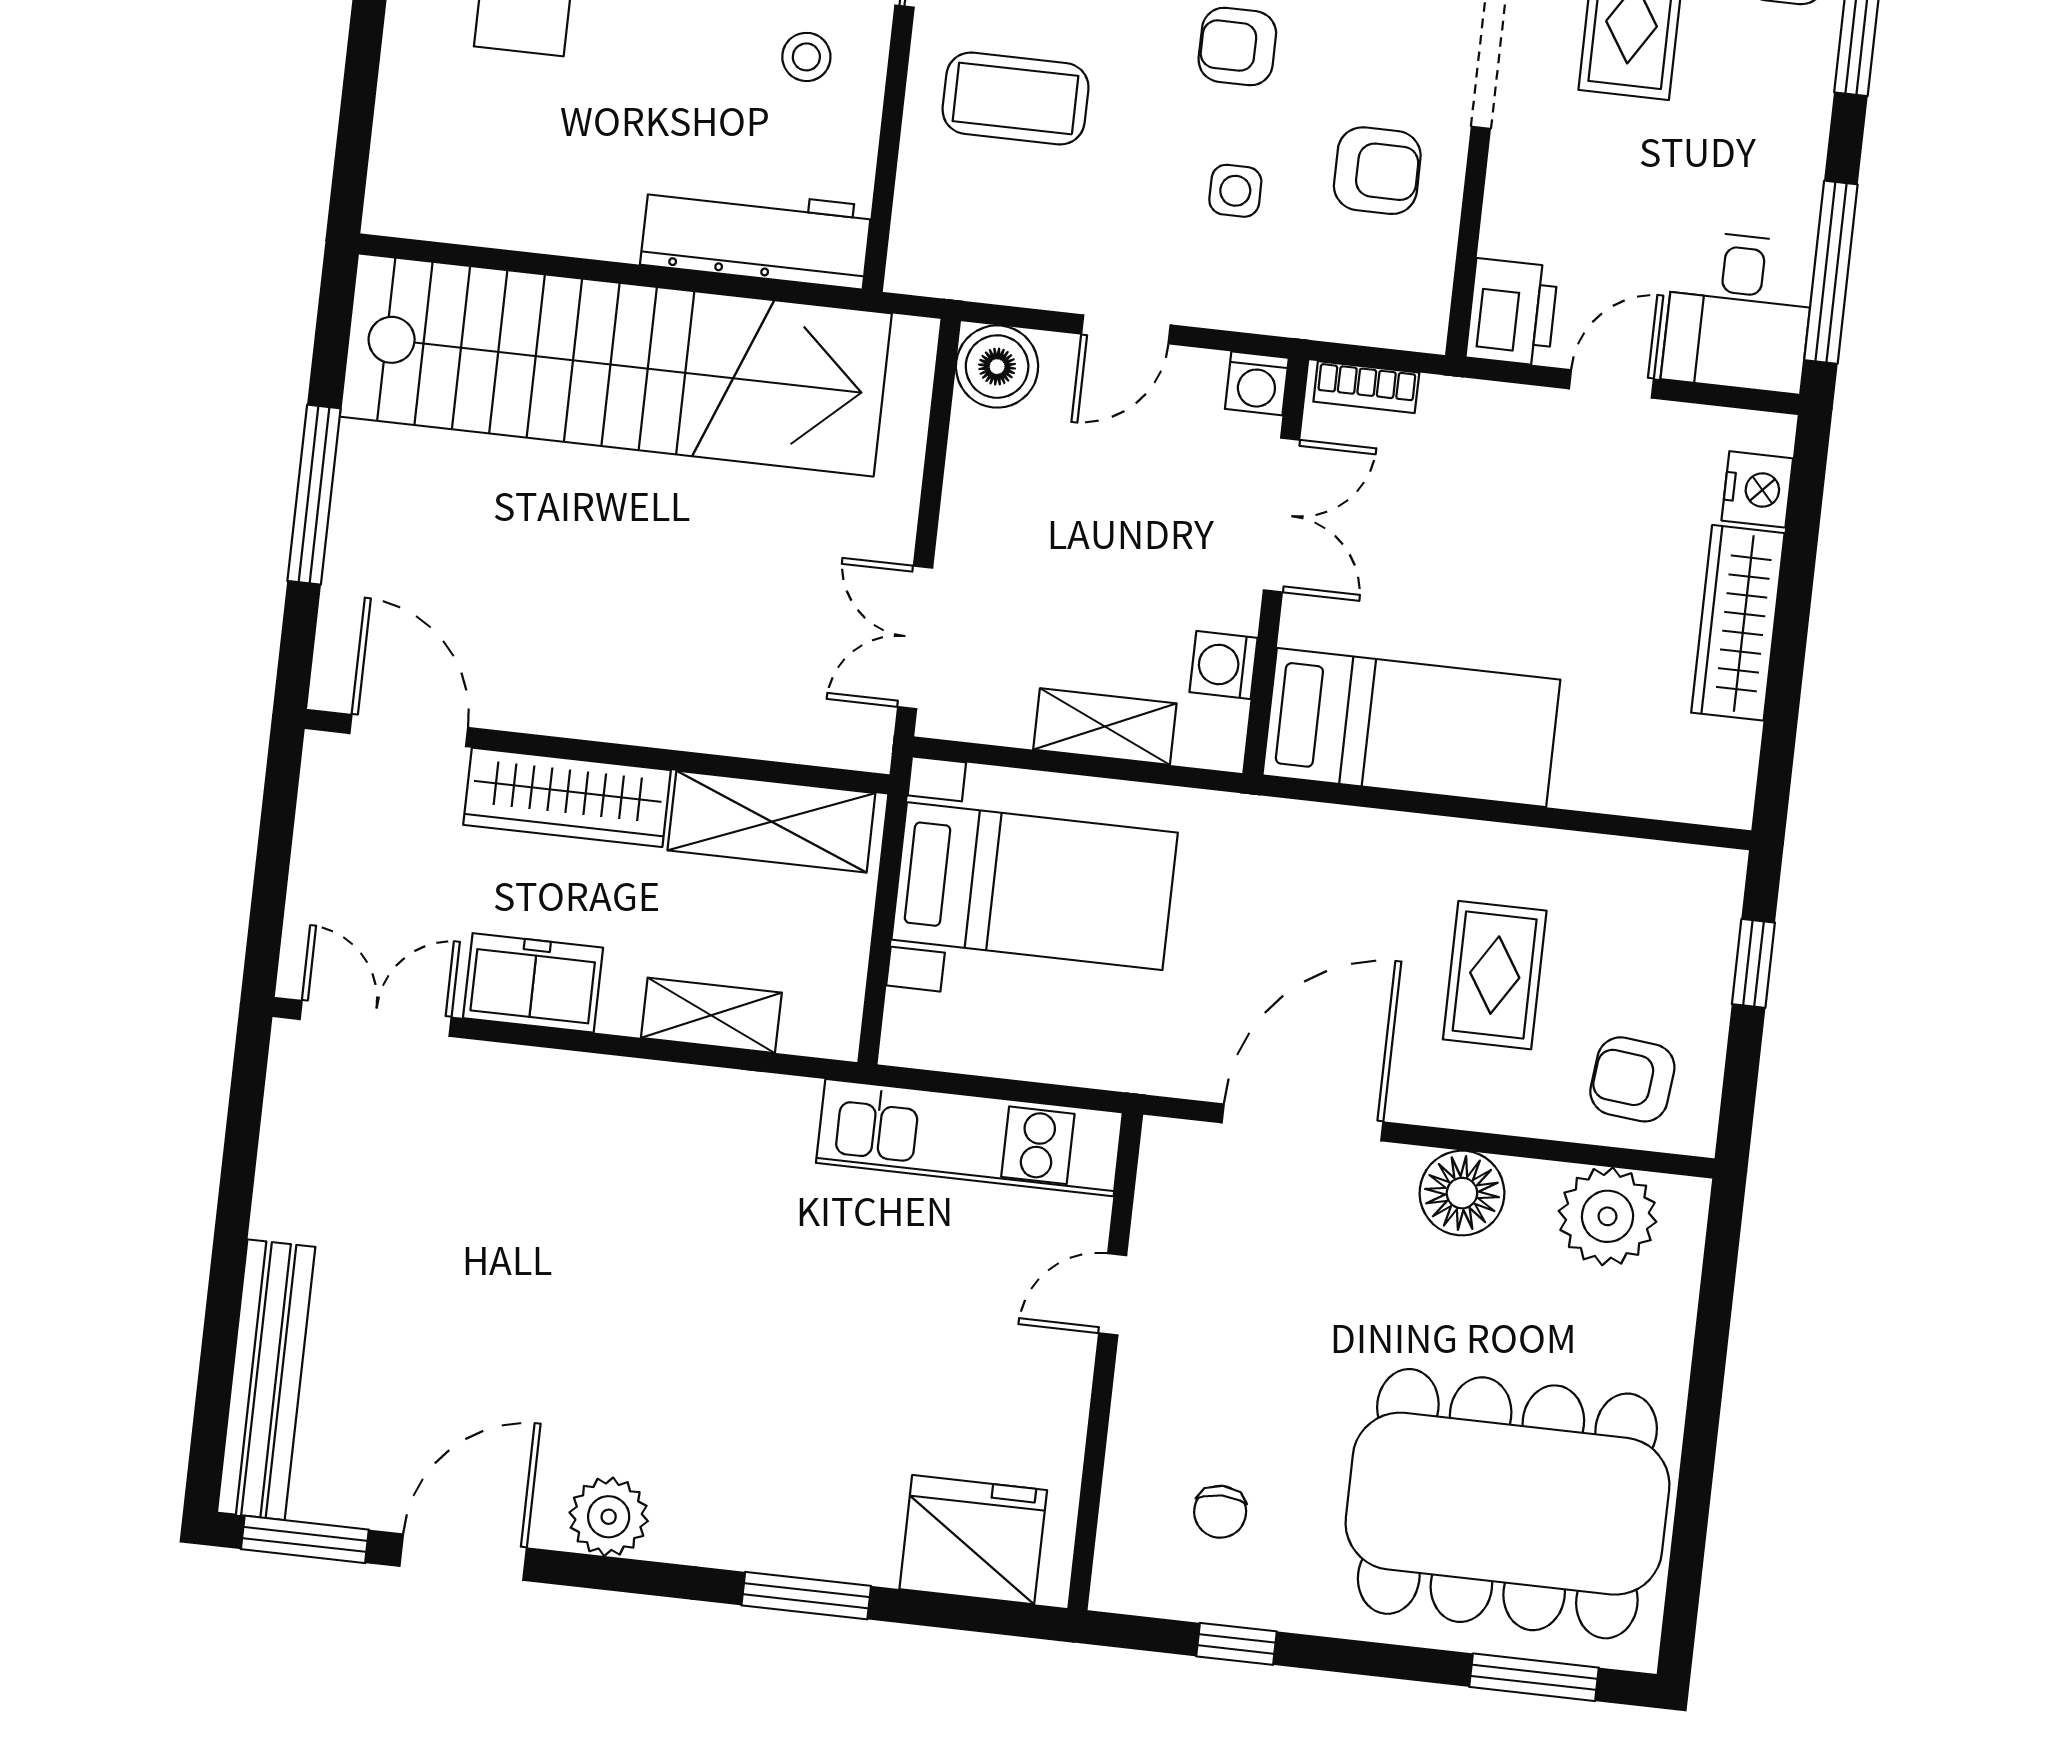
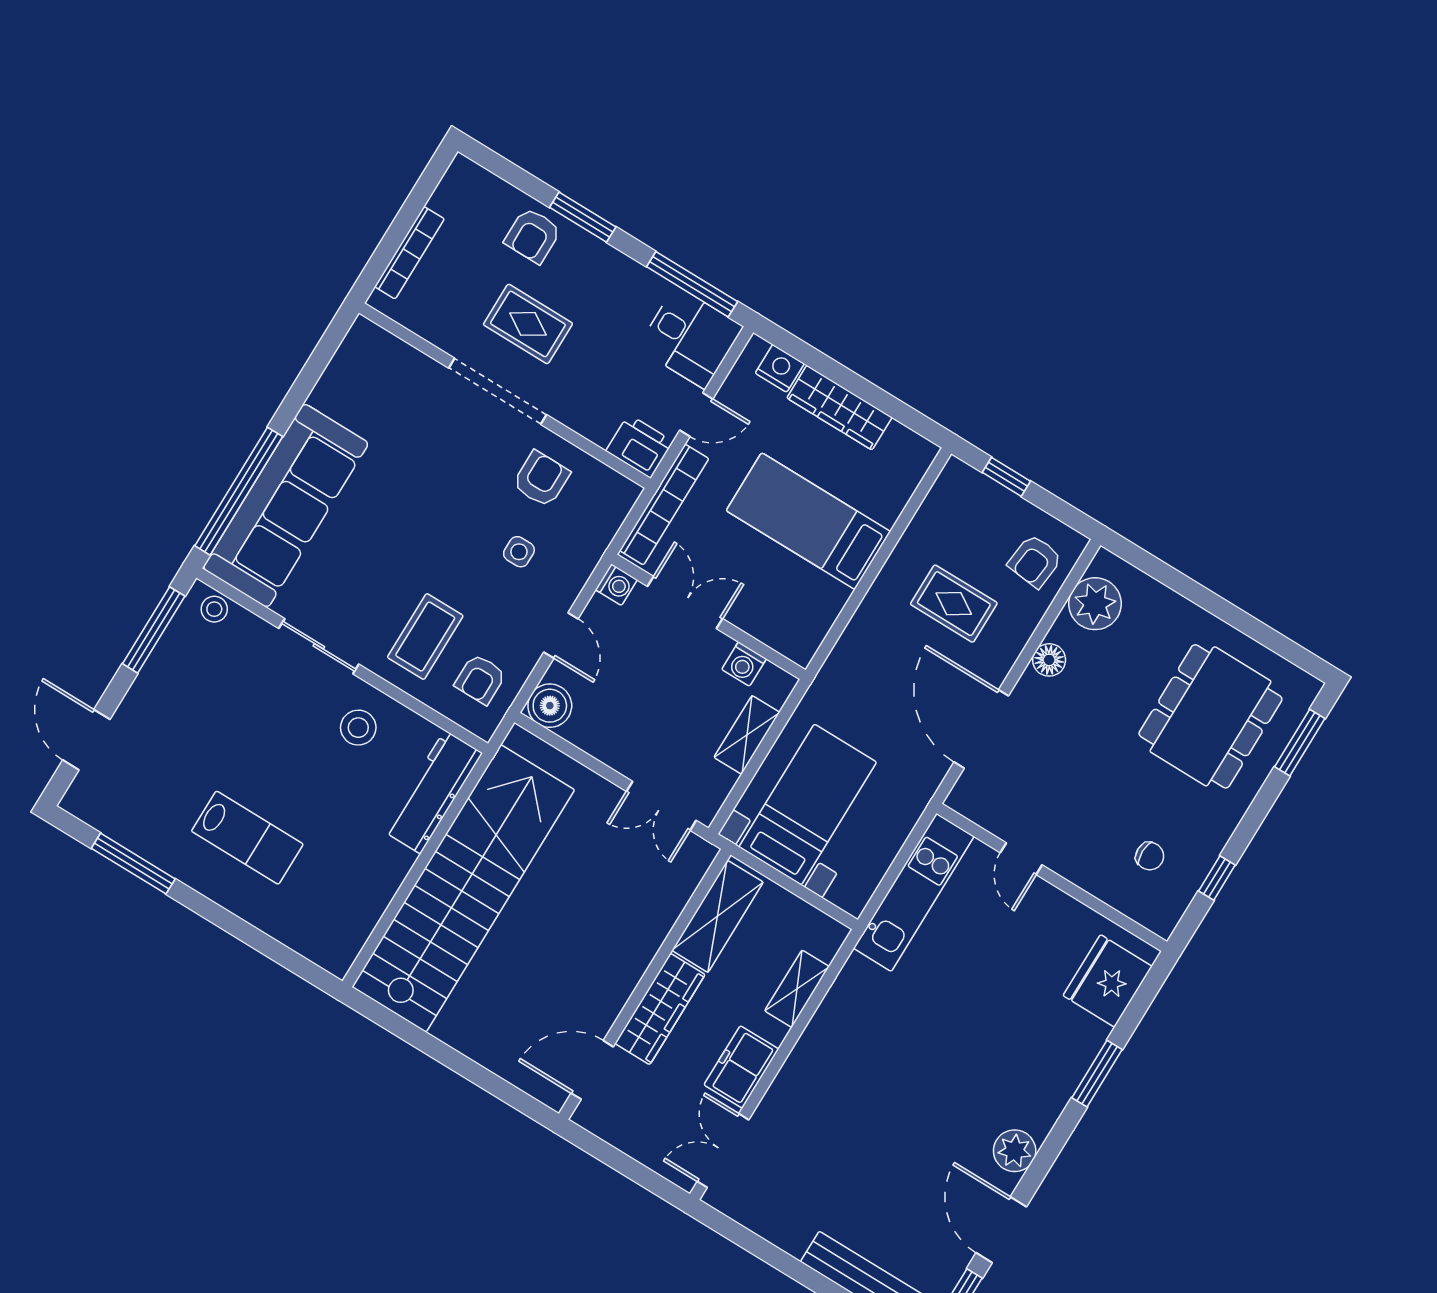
armchair: (1237, 47) -> (480, 679), moved
stool: (806, 57) -> (358, 728), width x1.37, depth x1.37
door: (1611, 384) -> (696, 415), swing flipped
bookcase: (1366, 387) -> (664, 505), width x2.31, depth x1.31
window: (314, 495) -> (458, 1062), removed
bed: (1411, 727) -> (808, 521), moved, turned -90
floor lamp: (1462, 1193) -> (1049, 660), width x0.73, depth x0.73
dining table: (1507, 1504) -> (1210, 716), width x0.73, depth x0.80

